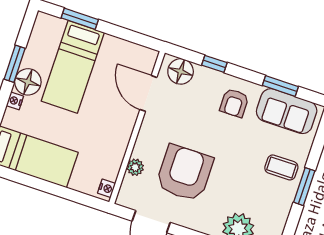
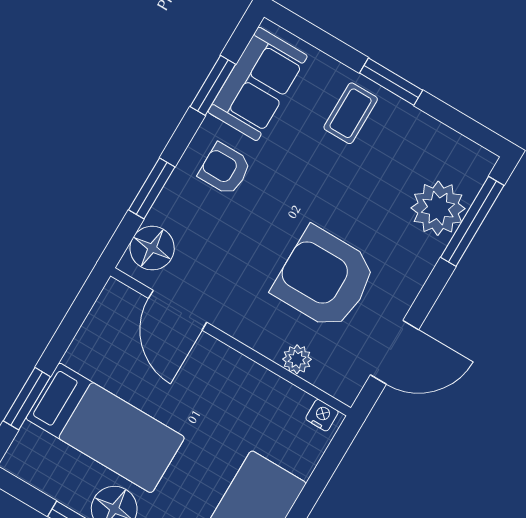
window: (214, 64) -> (152, 188), width x1.50
door: (148, 93) -> (178, 310), hinge flipped
armchair: (234, 103) -> (225, 169), turned 180

